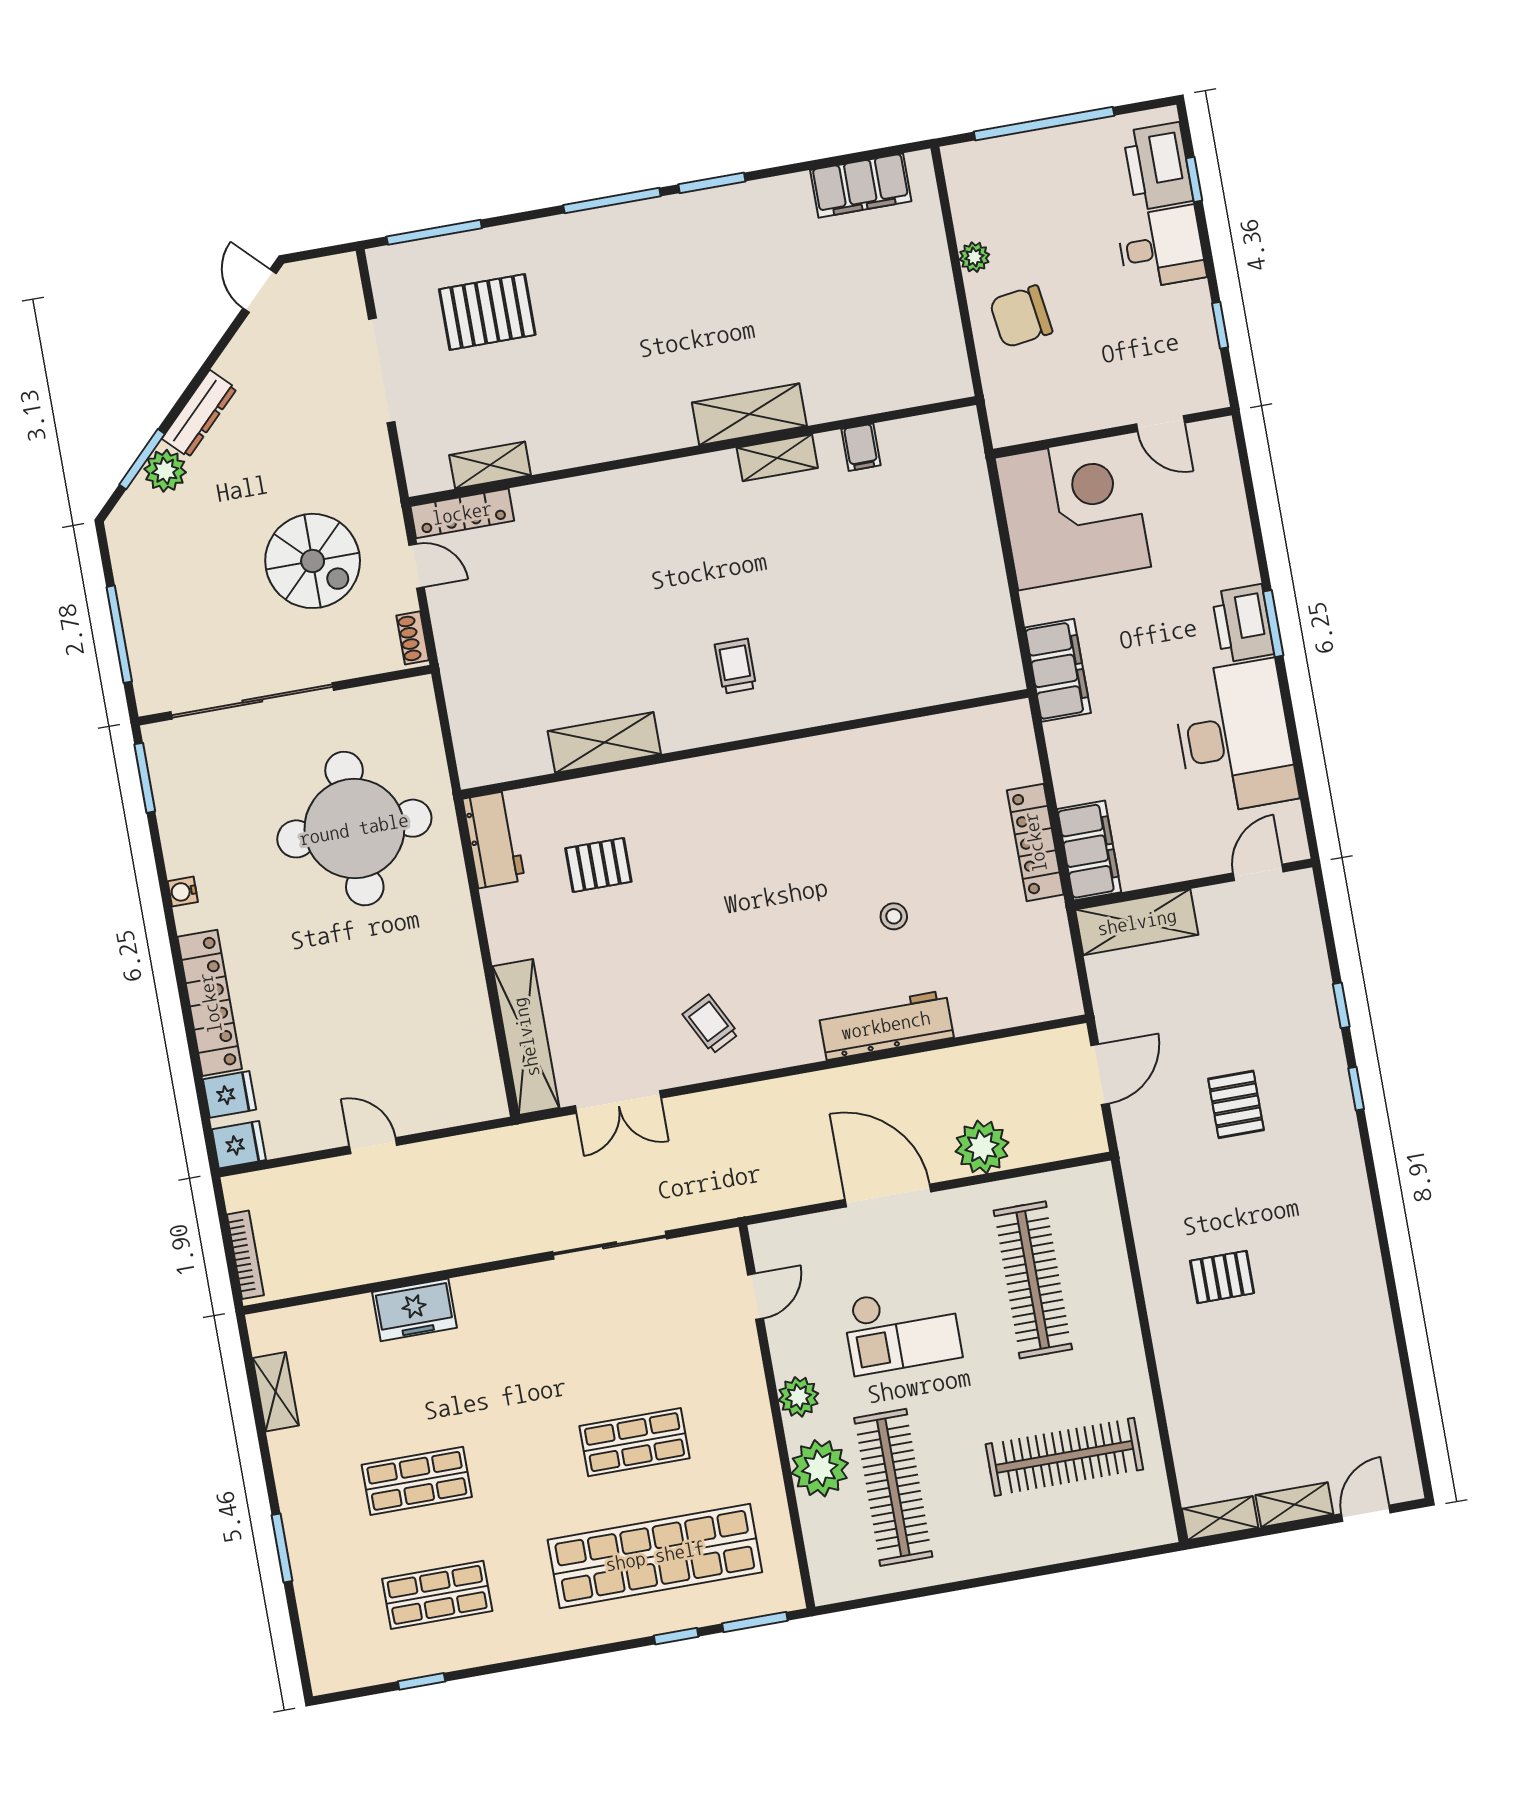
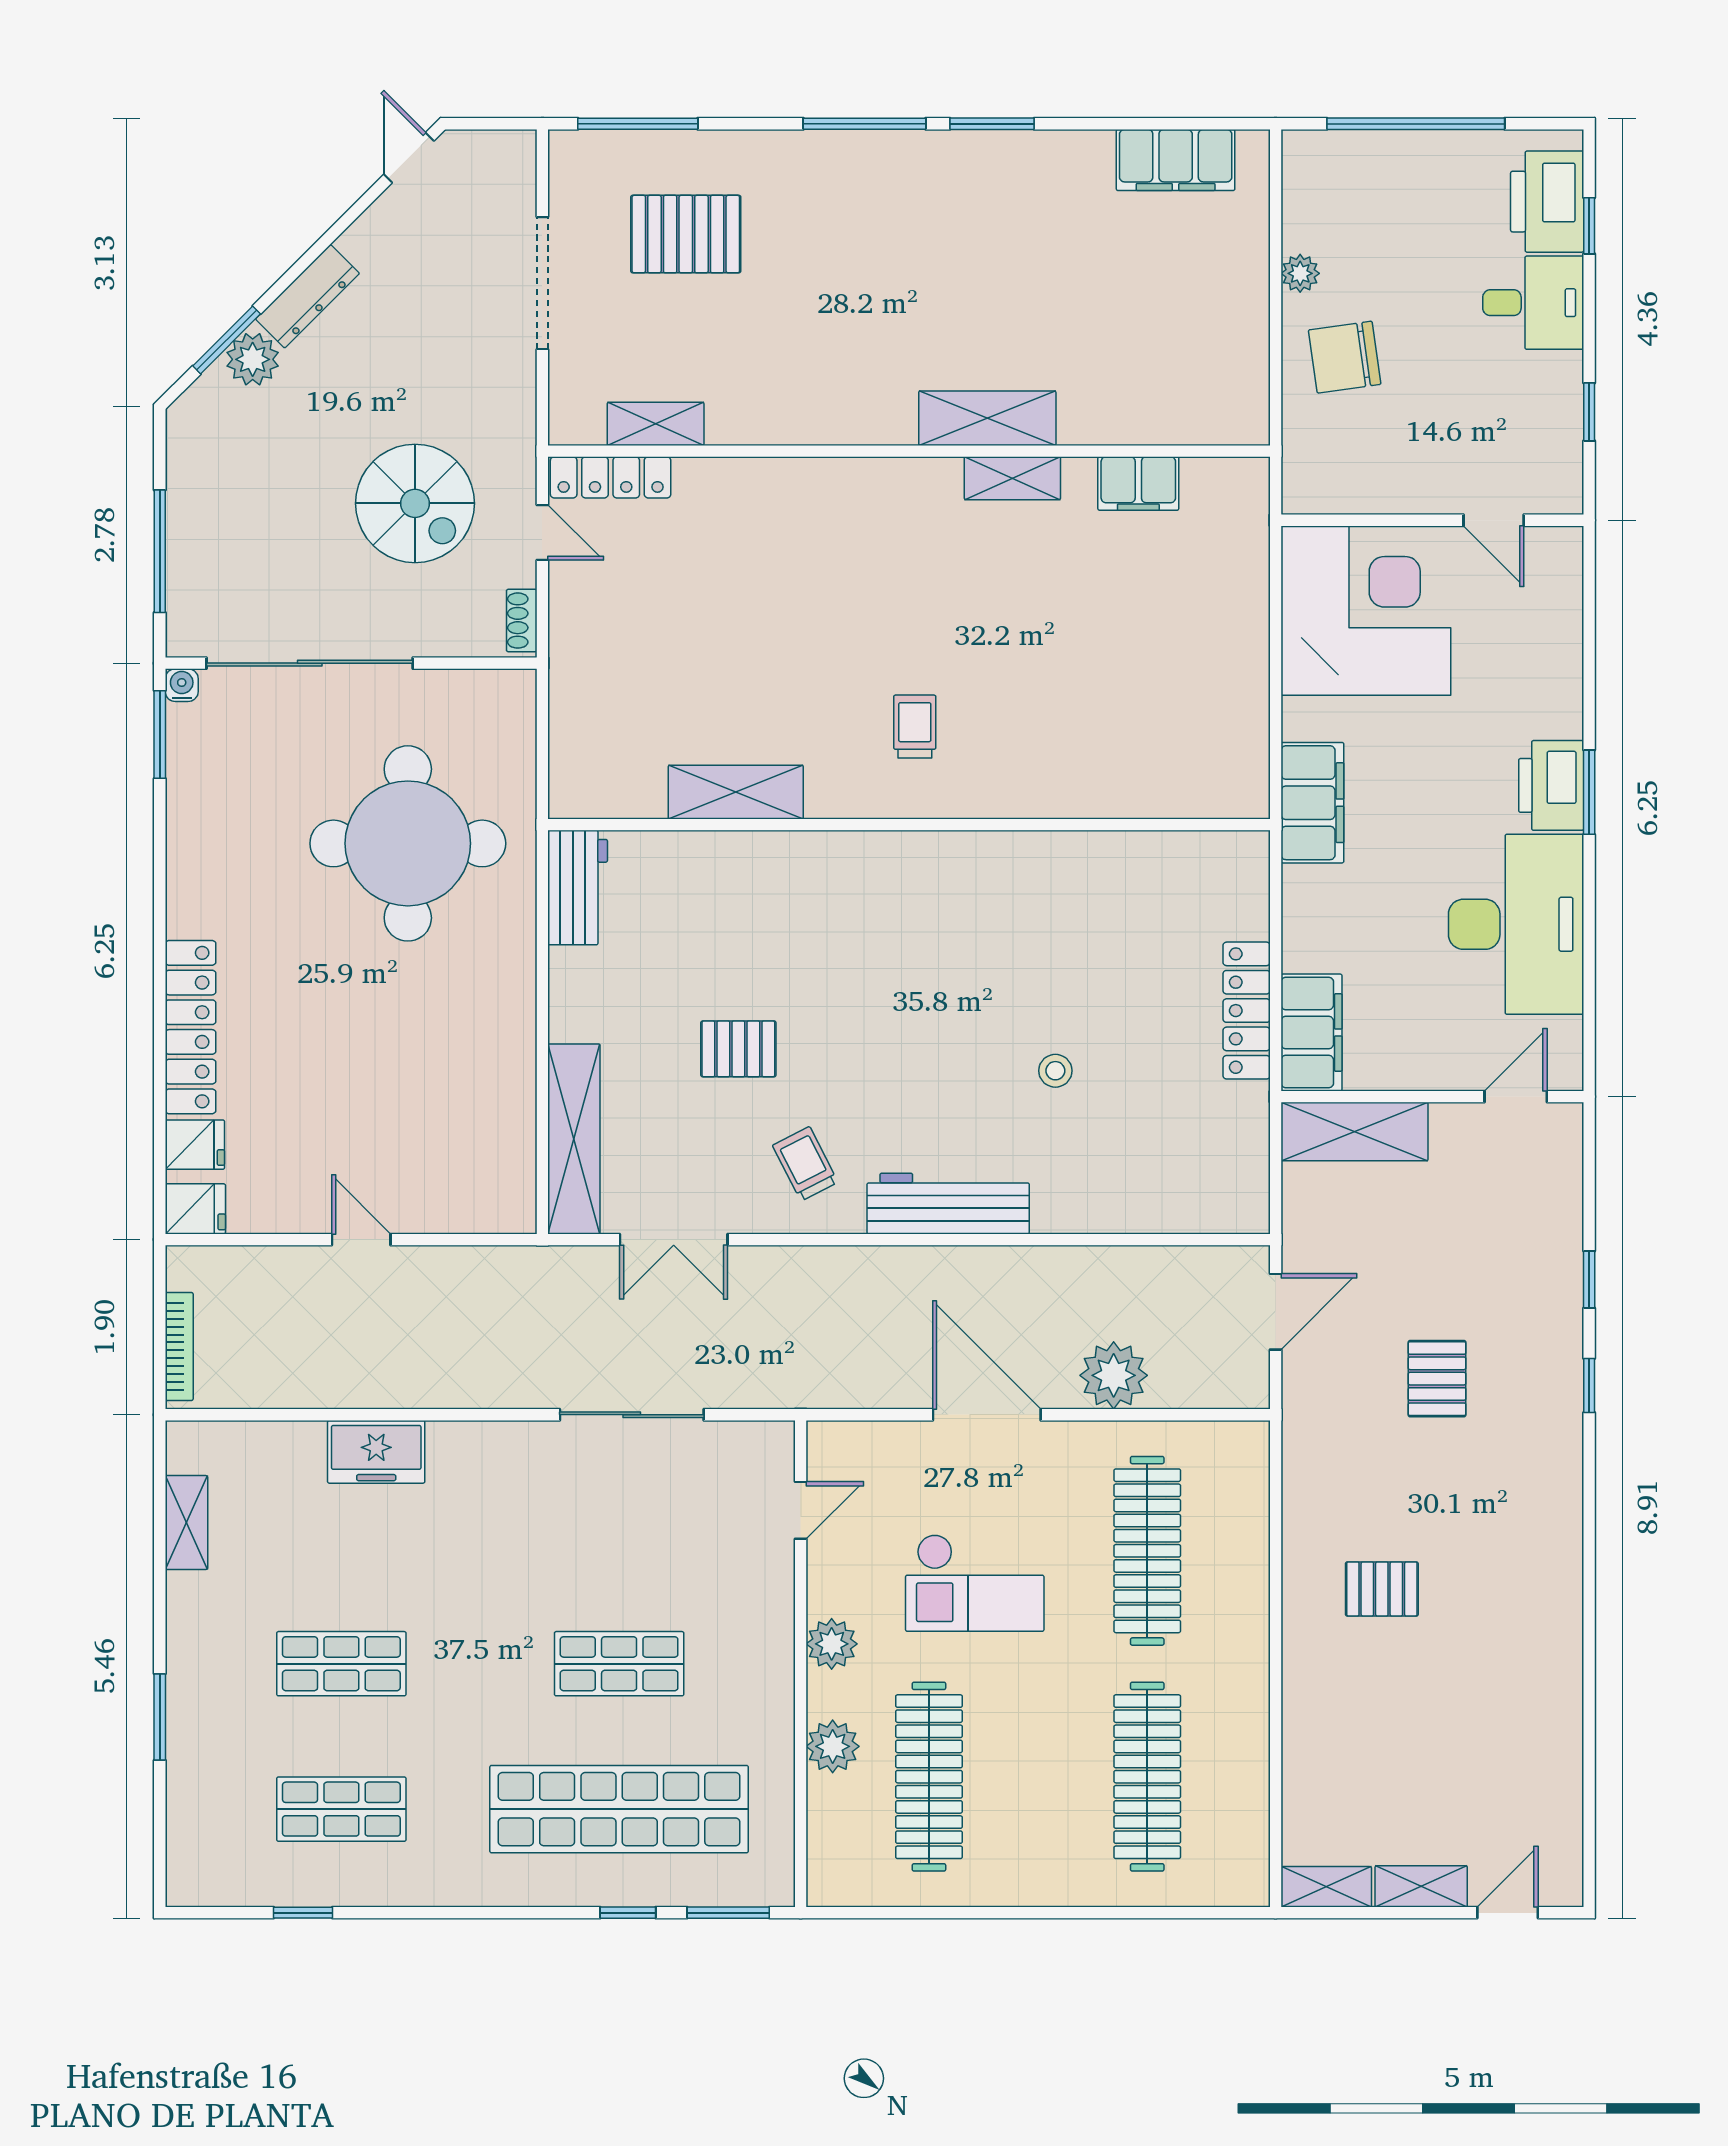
filing cabinet: (861, 447) -> (1138, 484), width x2.00
pallet: (598, 865) -> (738, 1049), moved
water cooler: (183, 892) -> (182, 685), moved, turned 90
workbench: (886, 1025) -> (948, 1204), moved
clothes rail: (1064, 1457) -> (1147, 1777), turned 90
plant: (820, 1468) -> (833, 1746), width x0.73, depth x0.73

